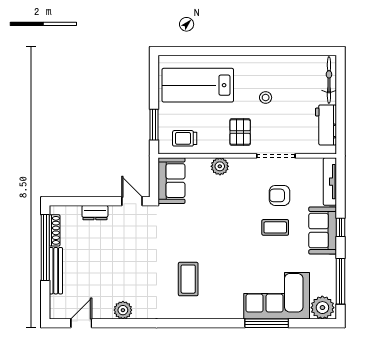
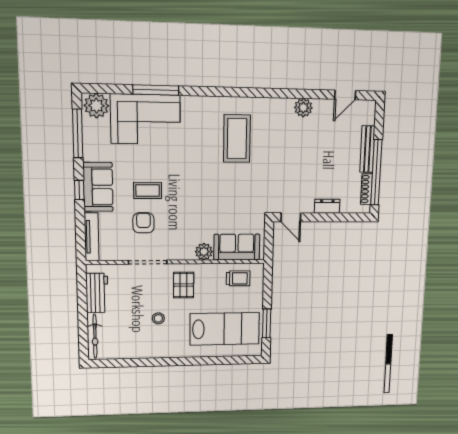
window: (154, 125) -> (267, 323), moved
sofa: (172, 181) -> (237, 247), moved, turned 90
armchair: (280, 195) -> (143, 223), turned -90
coffee table: (188, 279) -> (237, 139), width x1.36, depth x1.32

